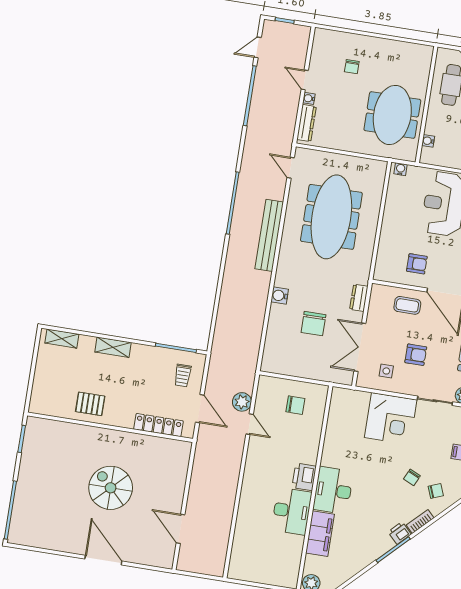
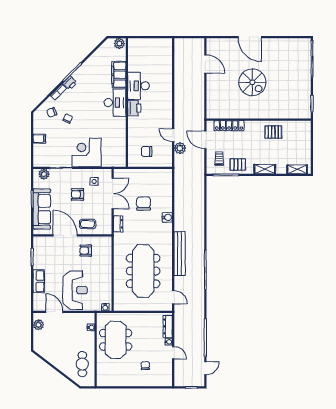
pallet: (155, 361) -> (238, 165), added

